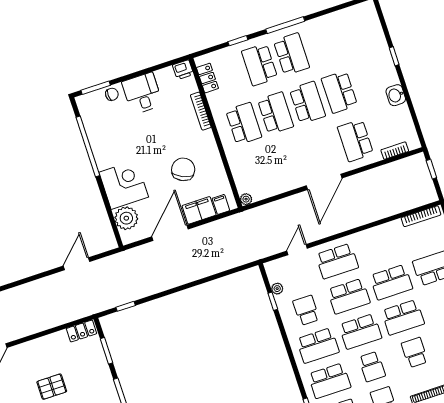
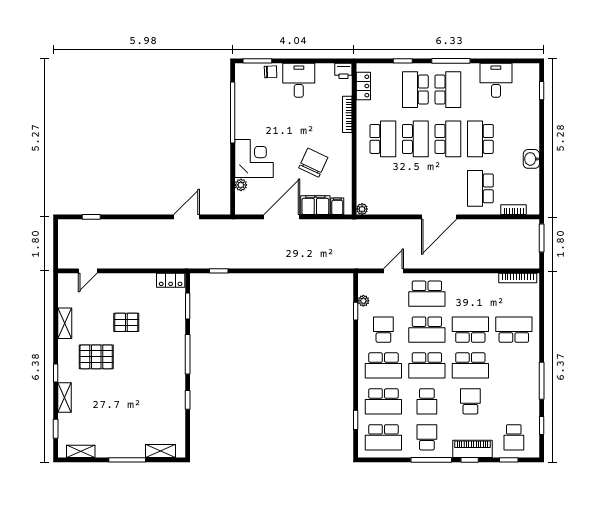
desk: (336, 29) -> (496, 80), added
window: (394, 56) -> (542, 91), moved
window: (431, 169) -> (542, 238), width x1.50
plant: (126, 218) -> (241, 185), width x0.53, depth x0.53
school desk: (391, 282) -> (470, 330), turned 180

